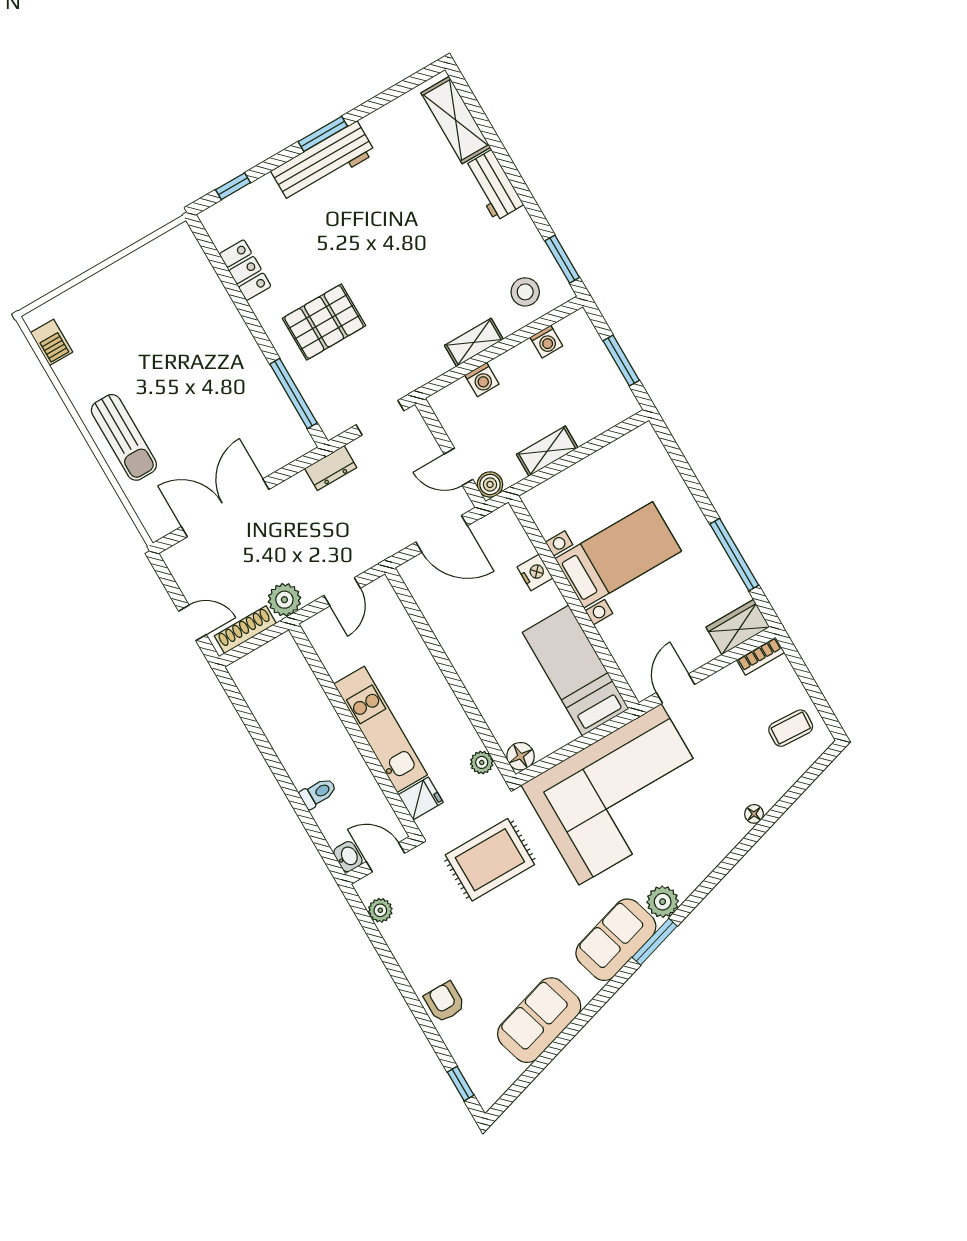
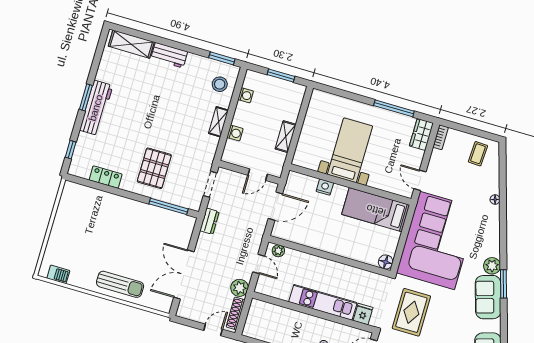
boiler: (490, 484) -> (276, 170), removed
plant: (482, 762) -> (278, 251), moved

